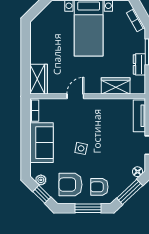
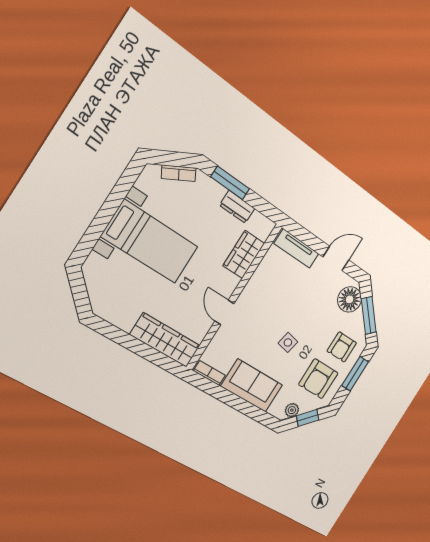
wardrobe: (39, 79) -> (165, 340), width x1.50
floor lamp: (138, 172) -> (350, 299), width x1.89, depth x1.89

